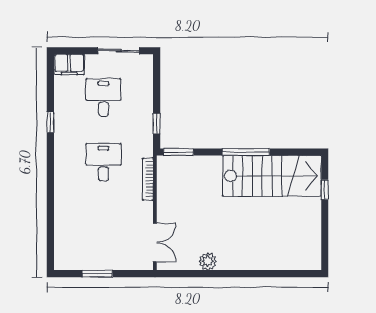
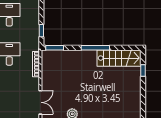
stairs: (272, 176) -> (119, 58), width x0.73, depth x0.66

